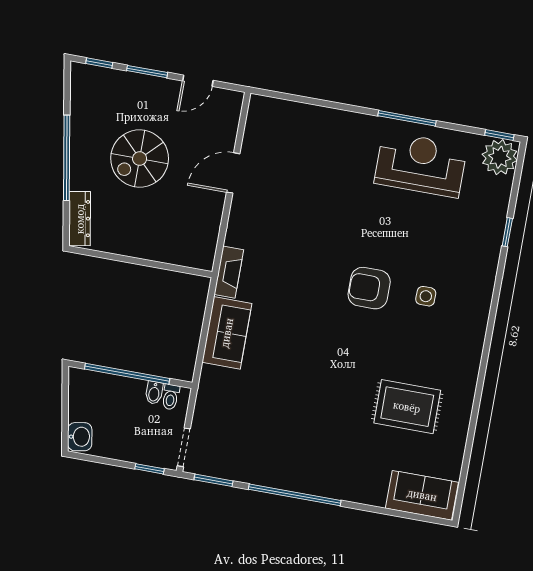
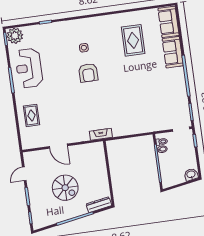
door: (198, 81) -> (24, 174), swing flipped
rug: (318, 137) -> (31, 115), added
sofa: (227, 333) -> (173, 52), moved, turned -90

